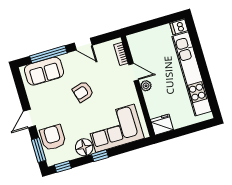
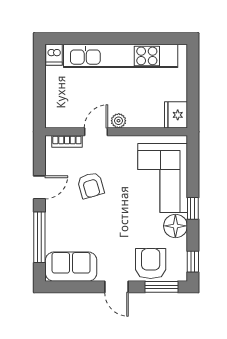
sofa: (44, 71) -> (71, 267), moved, turned -90
armchair: (83, 92) -> (91, 185), moved
armchair: (53, 138) -> (151, 264), turned 90

